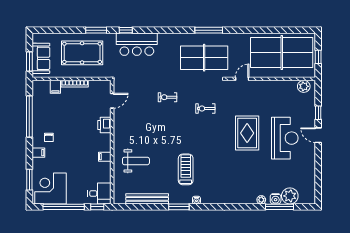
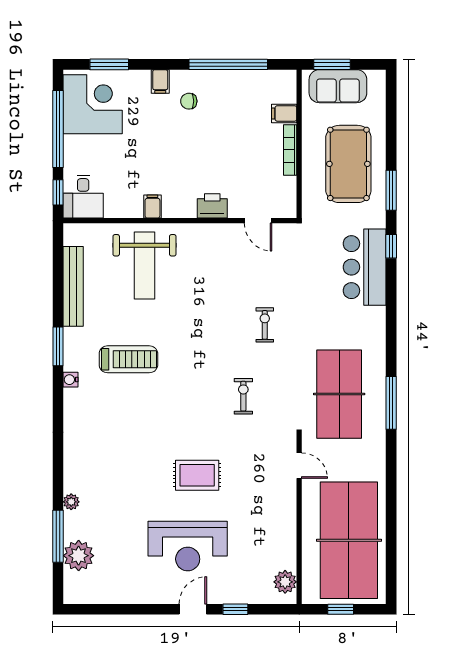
rug: (247, 133) -> (197, 475), width x0.73, depth x0.70
weight bench: (136, 161) -> (144, 265), width x1.36, depth x1.33
water cooler: (276, 199) -> (73, 529), removed

